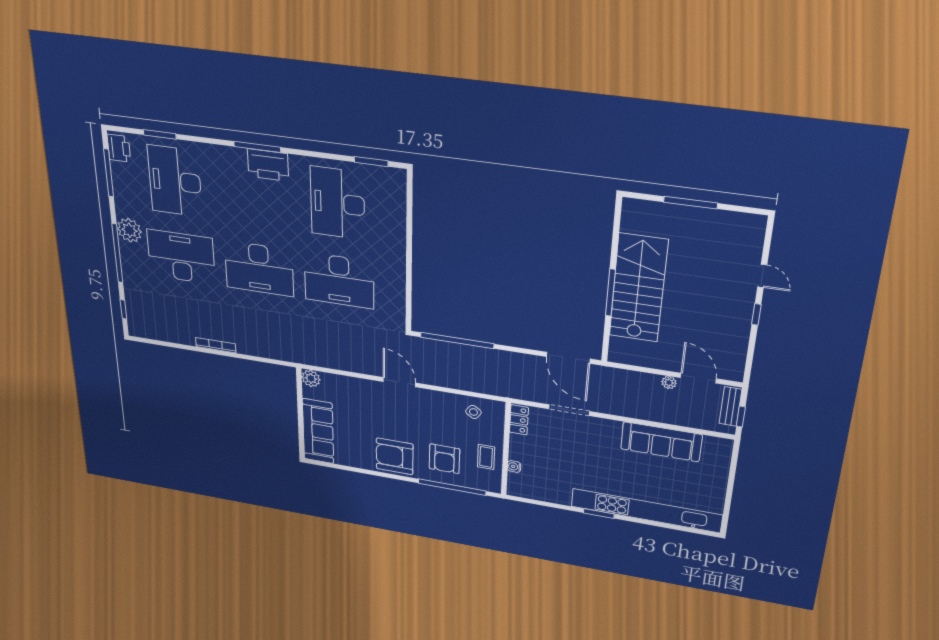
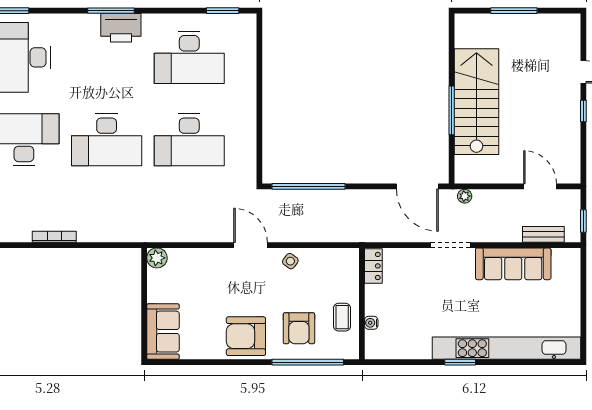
desk: (338, 203) -> (189, 57), turned -90
plant: (669, 383) -> (465, 196), moved
bench: (730, 406) -> (543, 234), moved, turned 90
doorway: (569, 410) -> (451, 245), moved
side table: (473, 412) -> (290, 261), moved
sofa: (318, 431) -> (163, 332), width x0.73

